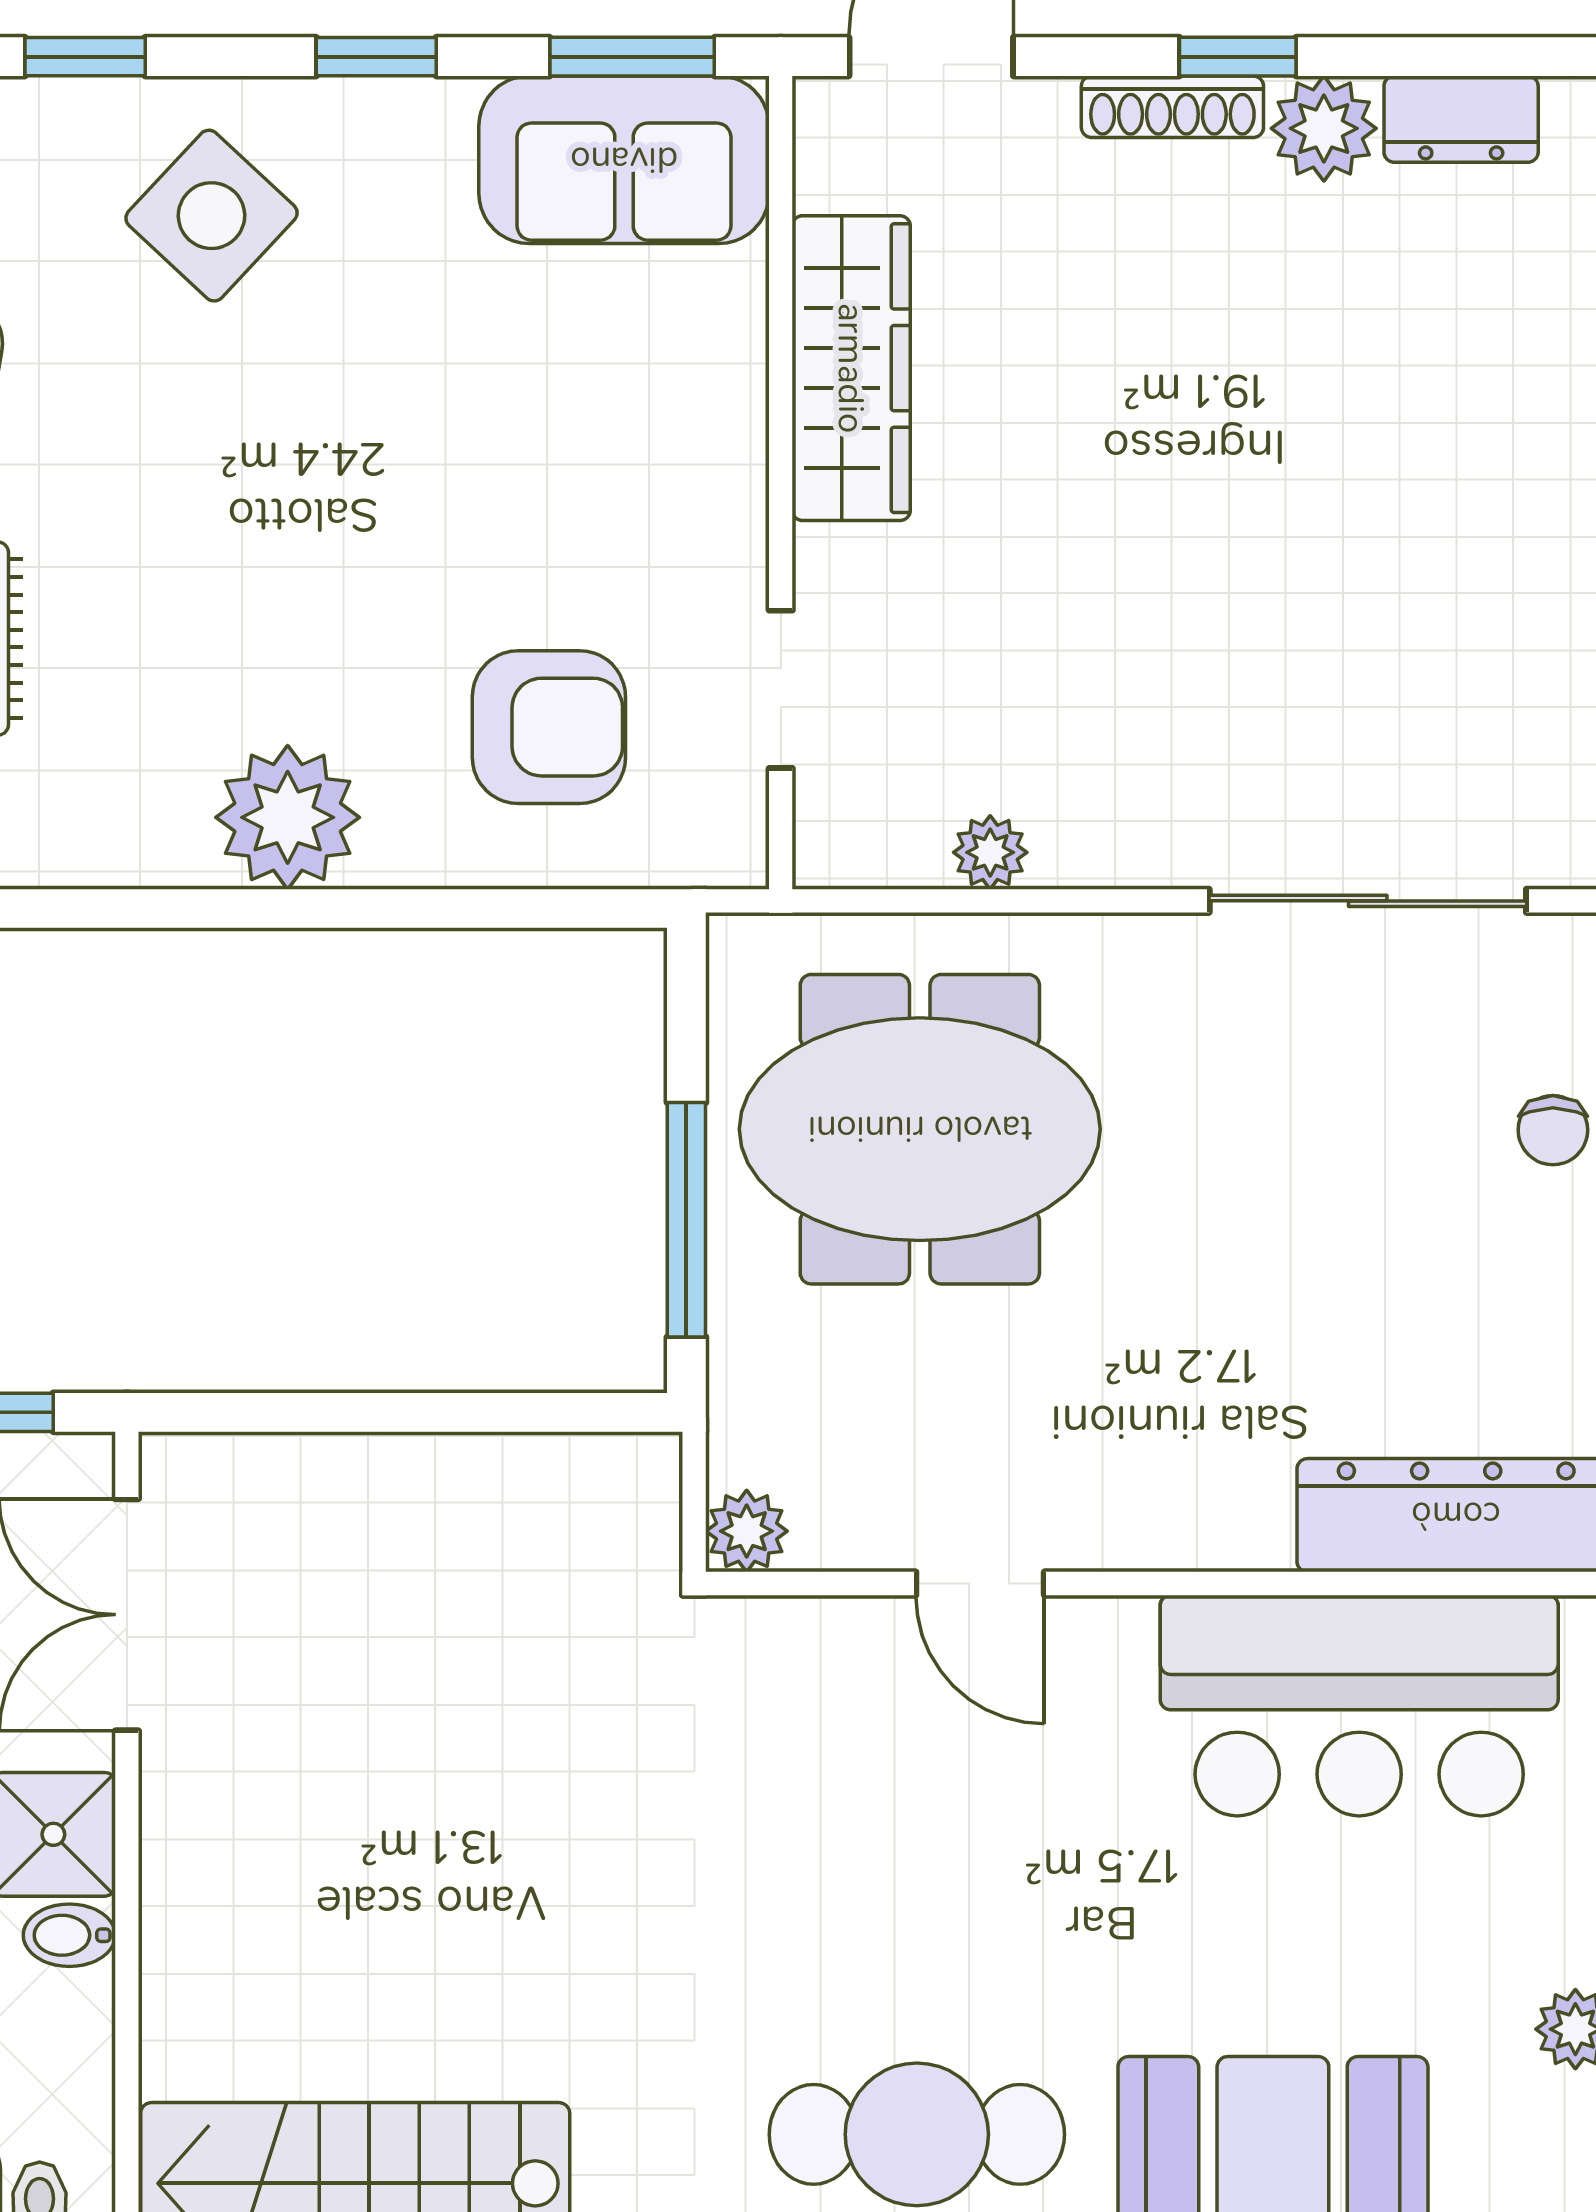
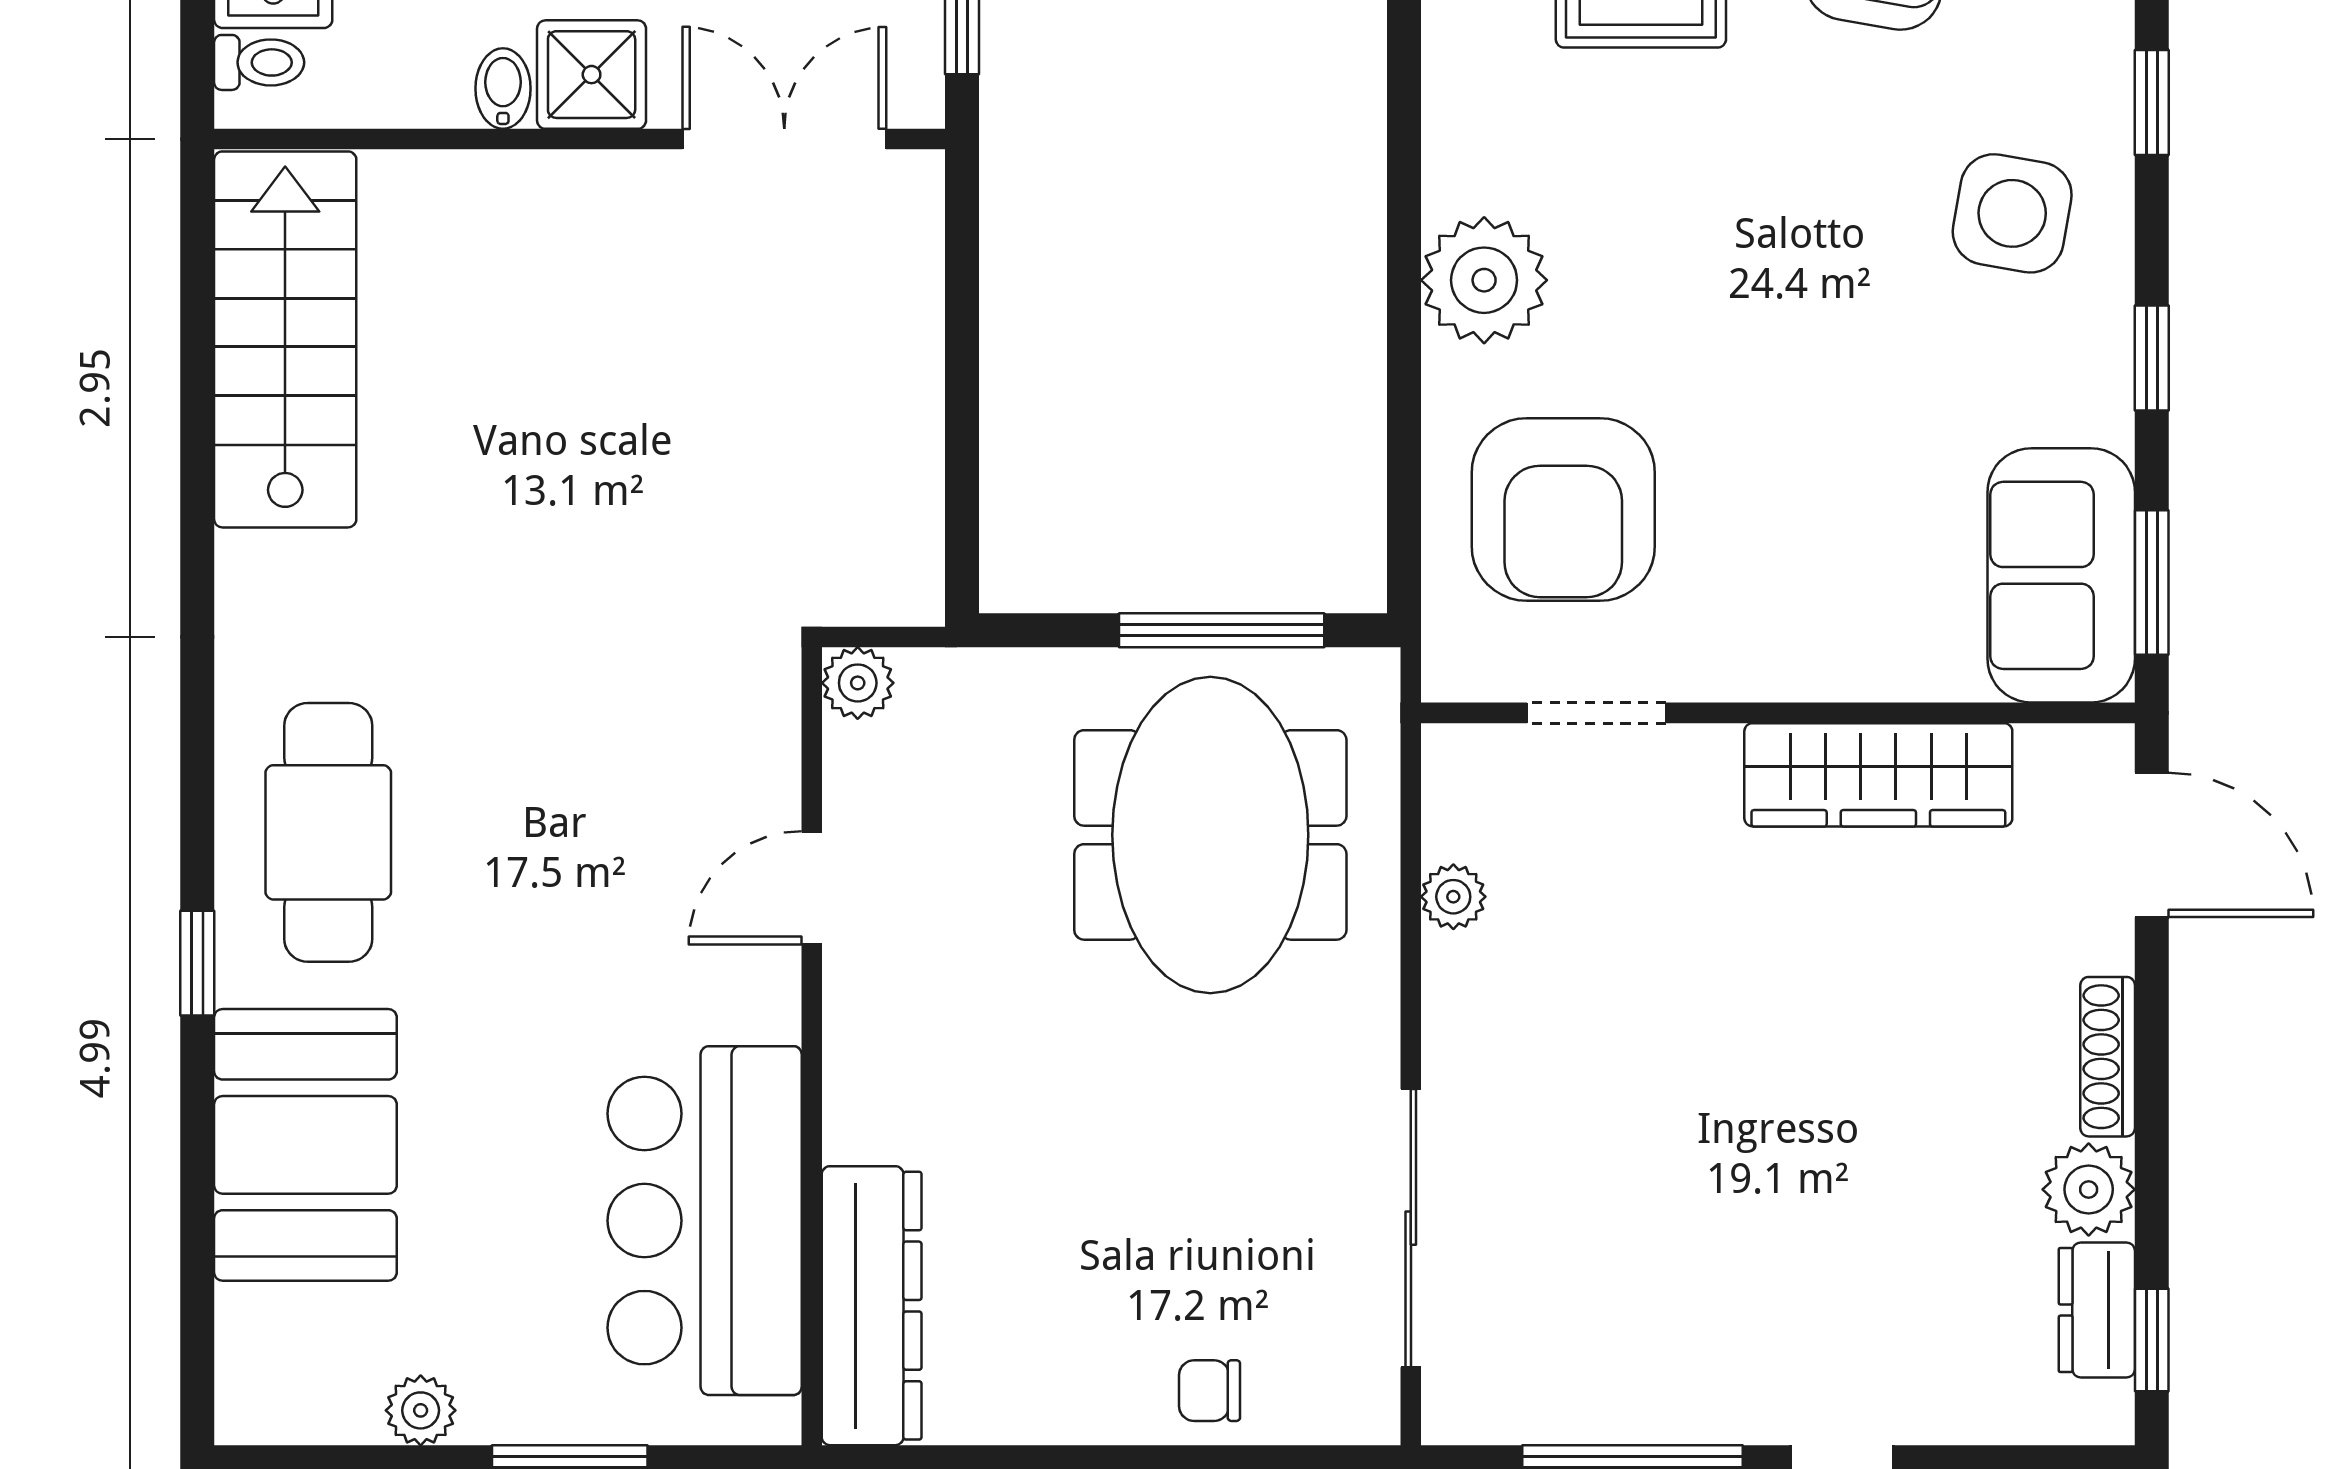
window: (1238, 57) -> (2152, 1340), moved
side table: (212, 216) -> (2012, 213), turned -33
armchair: (549, 727) -> (1563, 510), width x1.36, depth x1.36
window: (686, 1220) -> (1222, 630), moved

